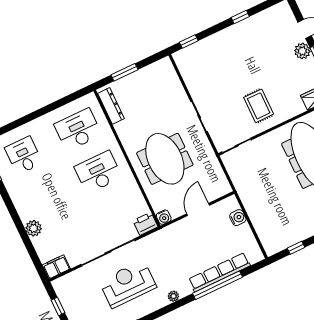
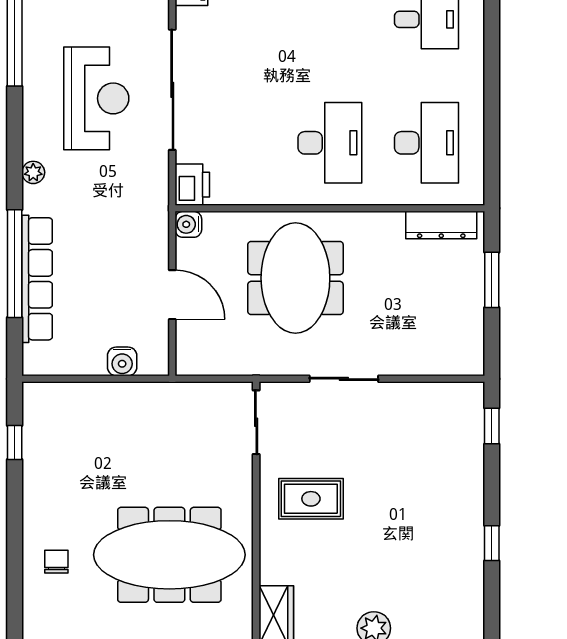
meeting table: (165, 159) -> (295, 278), turned 90

